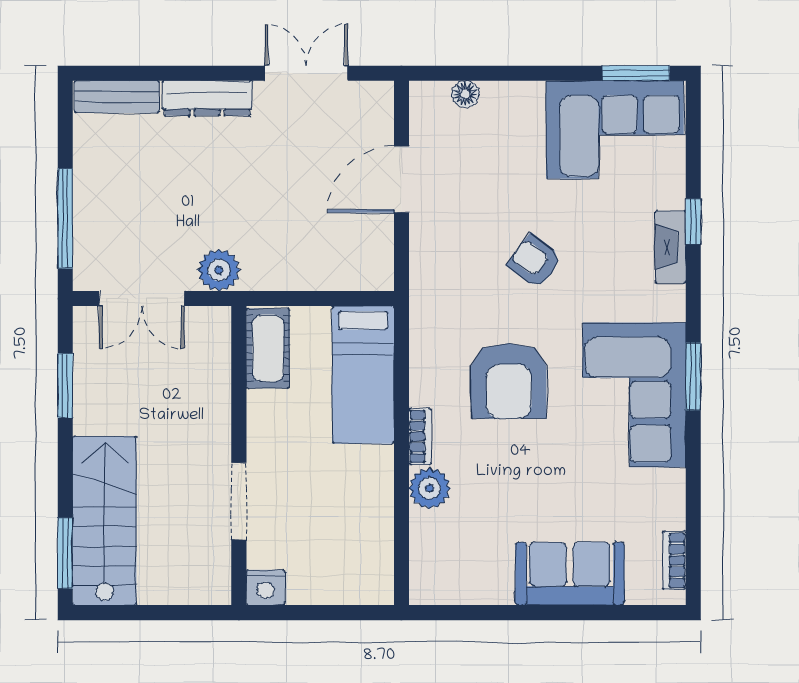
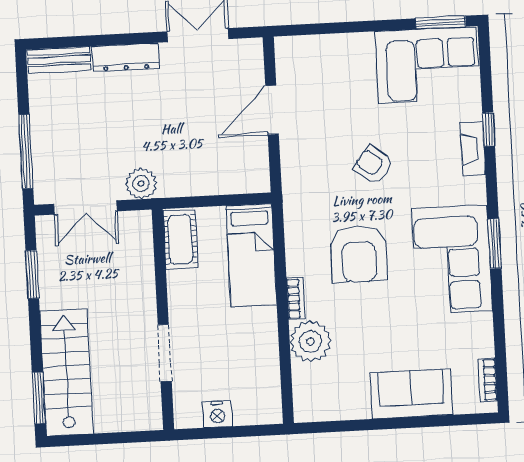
floor lamp: (465, 94) -> (316, 44), removed
plant: (430, 488) -> (310, 341), width x1.36, depth x1.36
nightstand: (266, 588) -> (217, 414), moved

